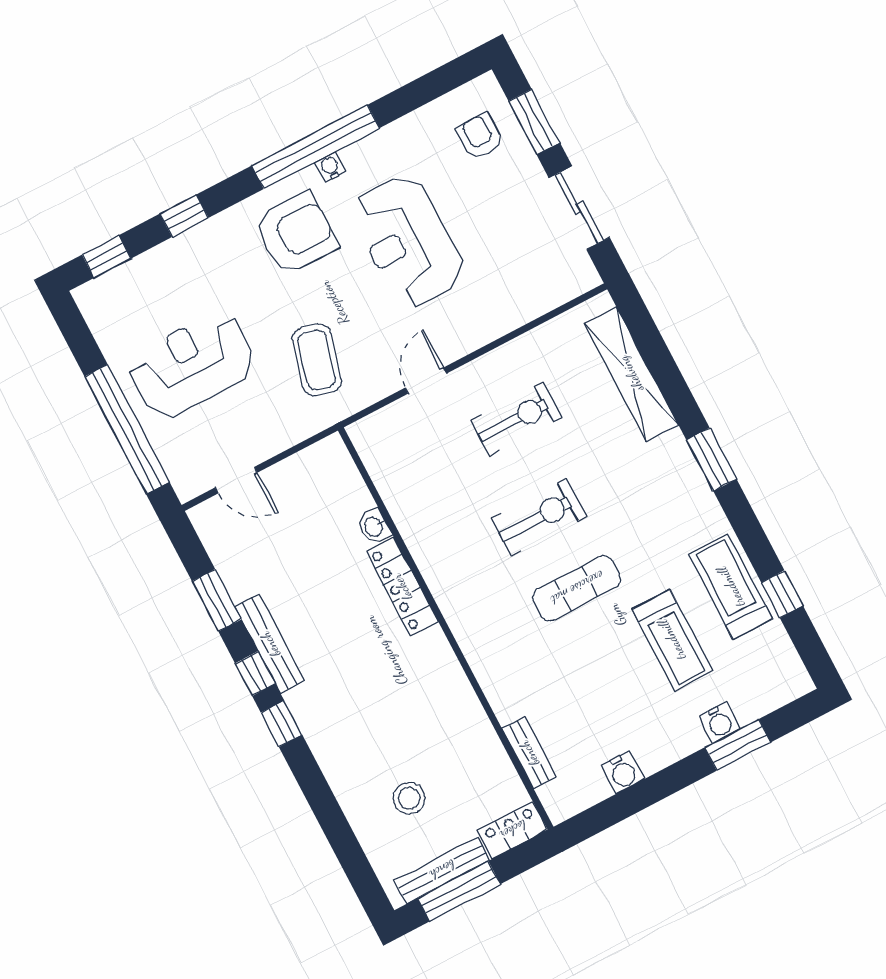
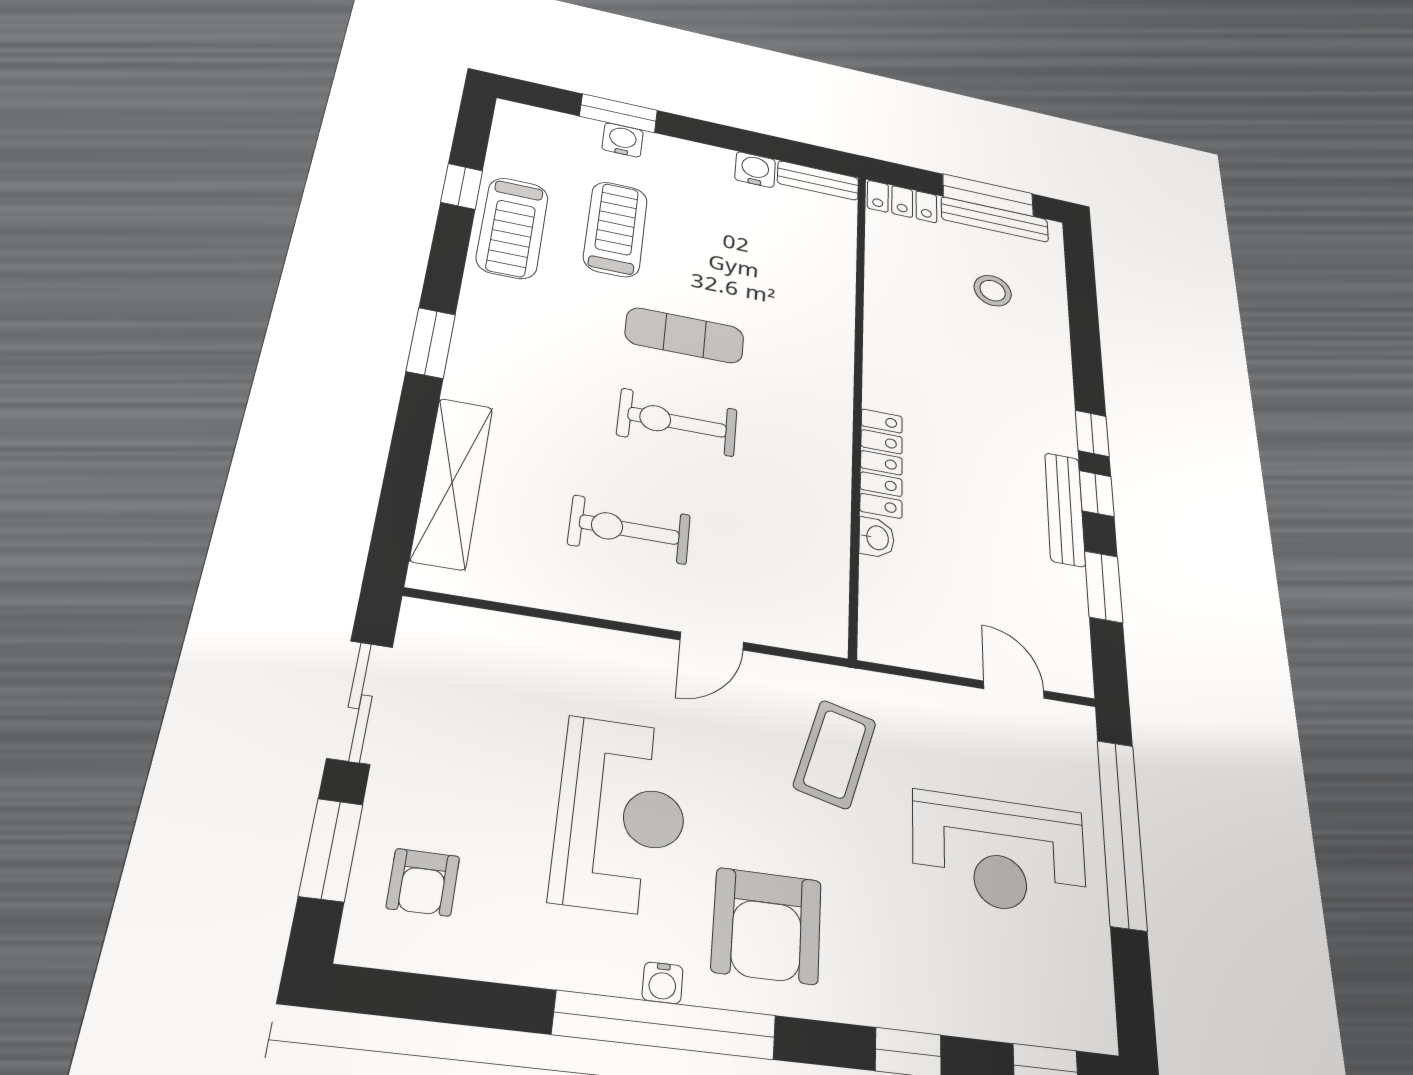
armchair: (296, 233) -> (767, 926), turned -90
bench: (529, 753) -> (818, 181), moved, turned 90

